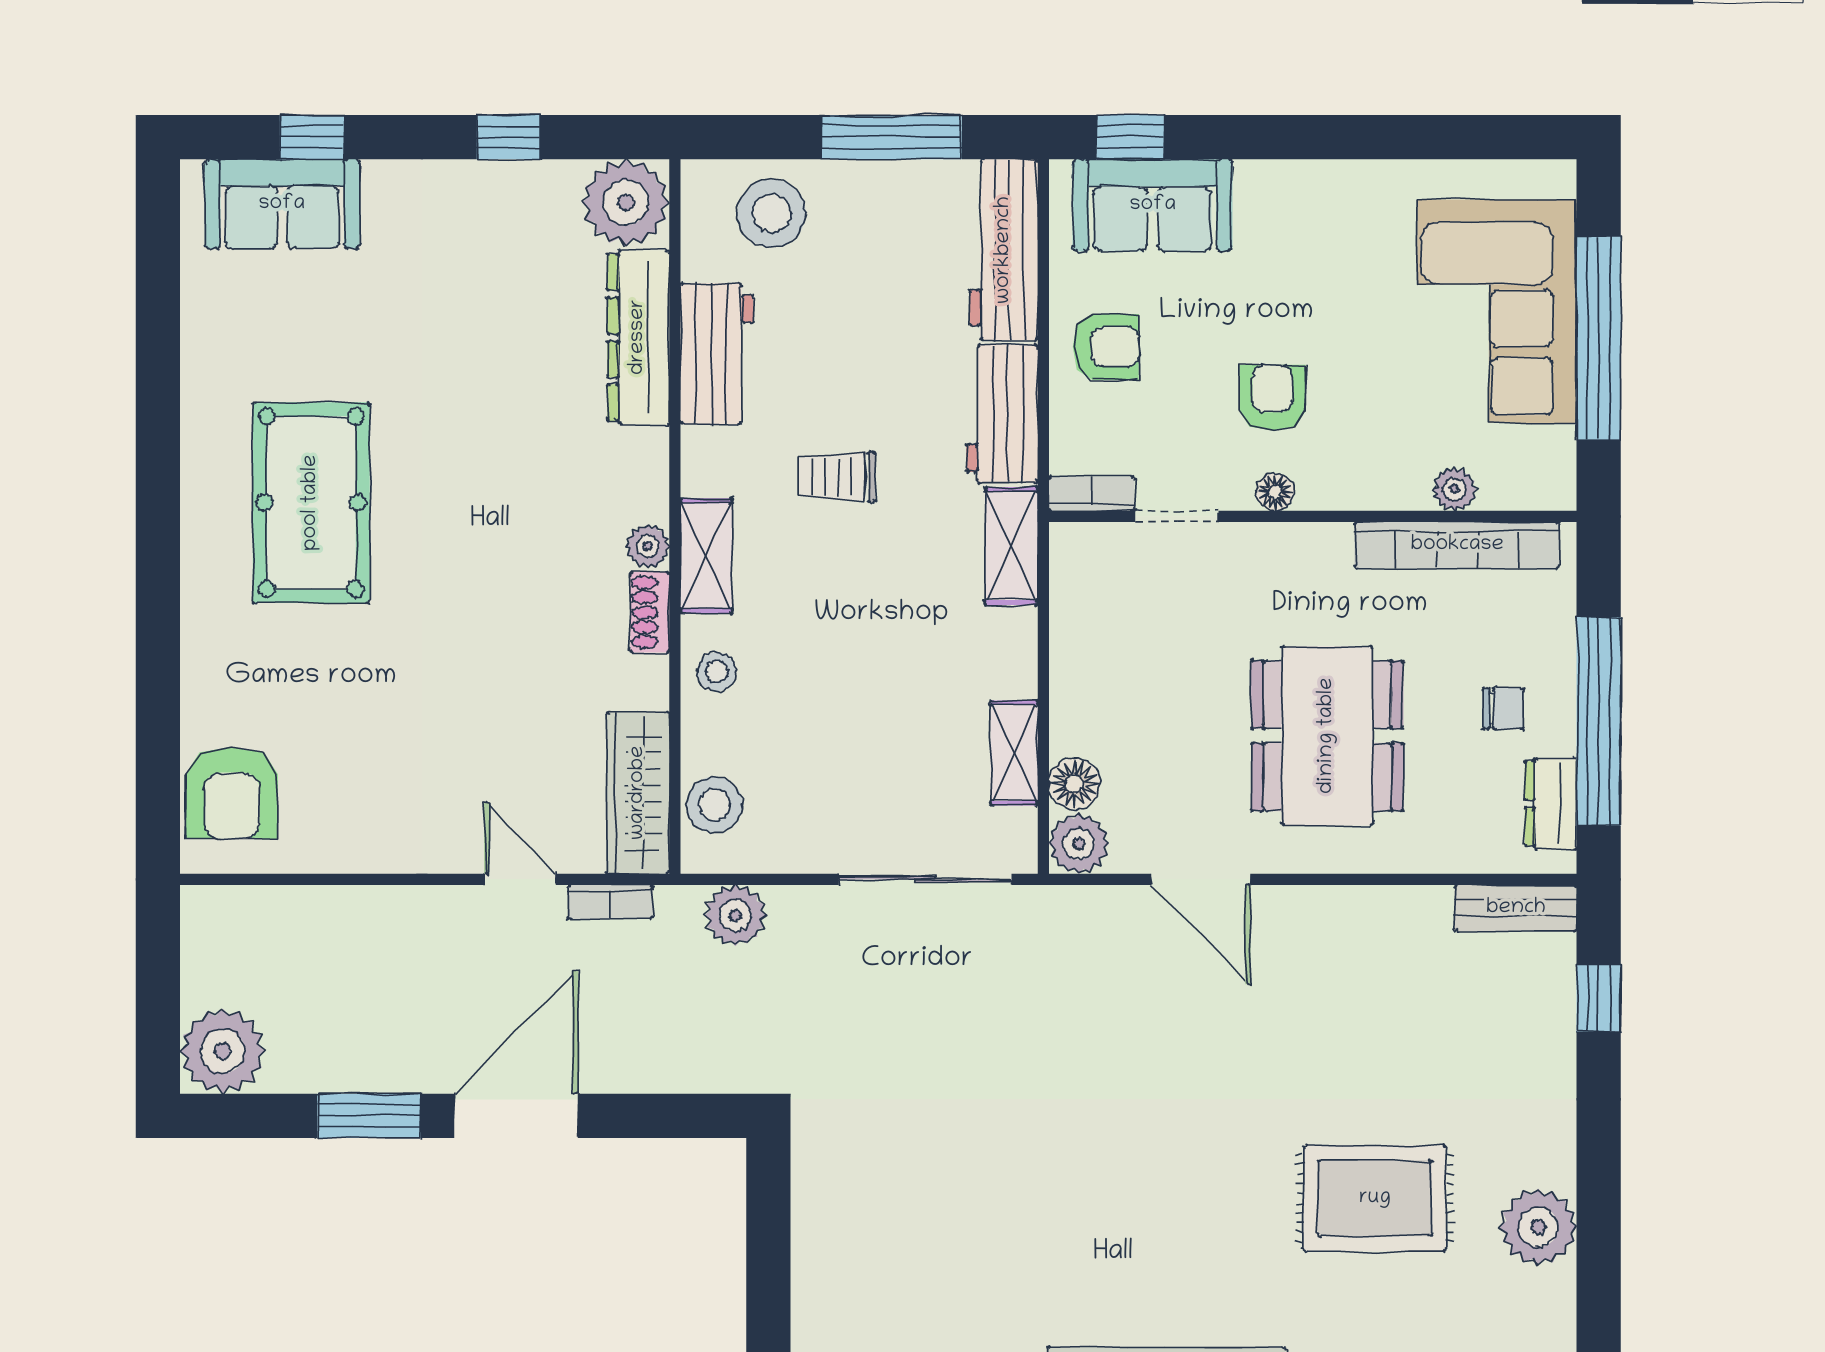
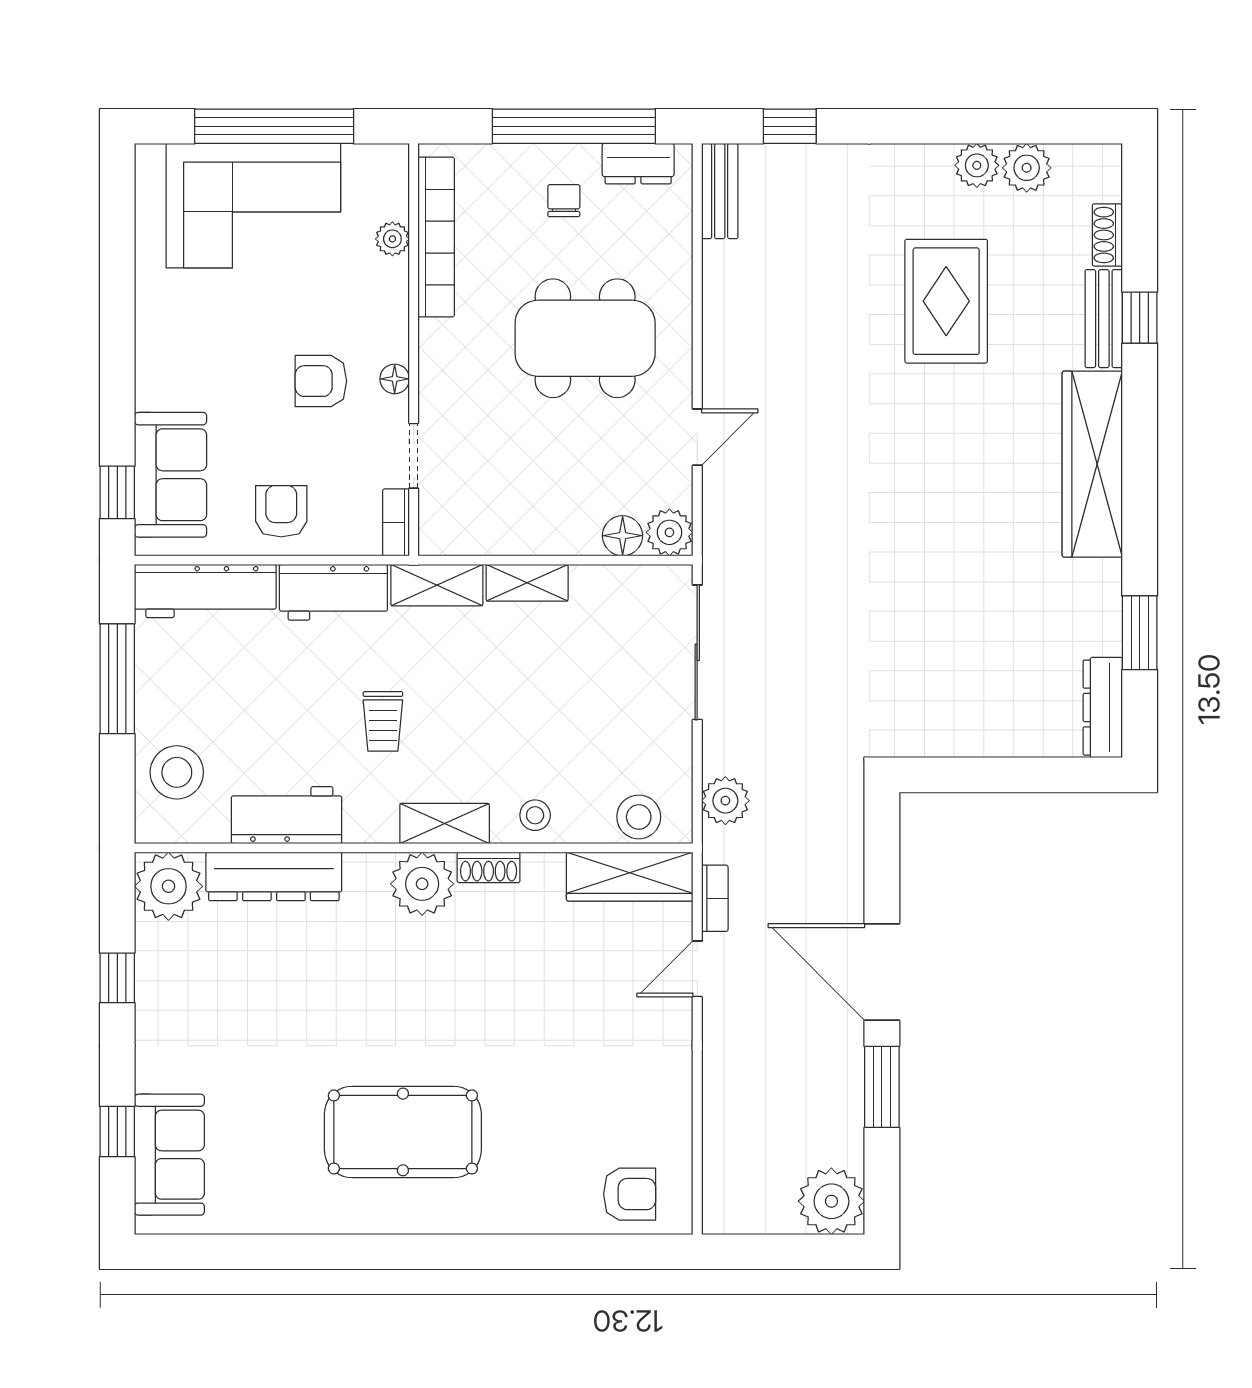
plant: (648, 546) -> (422, 884), width x1.87, depth x1.87
shelving: (1014, 753) -> (527, 583), moved
armchair: (232, 793) -> (630, 1194), width x0.72, depth x0.72
door: (1201, 879) -> (697, 437), width x0.73
plant: (1538, 1227) -> (977, 165), width x0.73, depth x0.73
plant: (1545, 1301) -> (1027, 168), added

